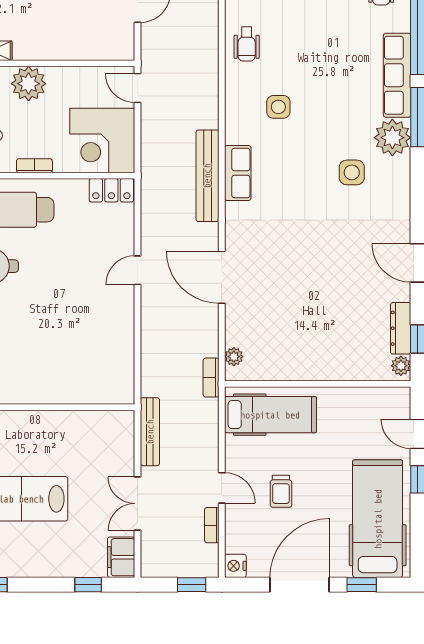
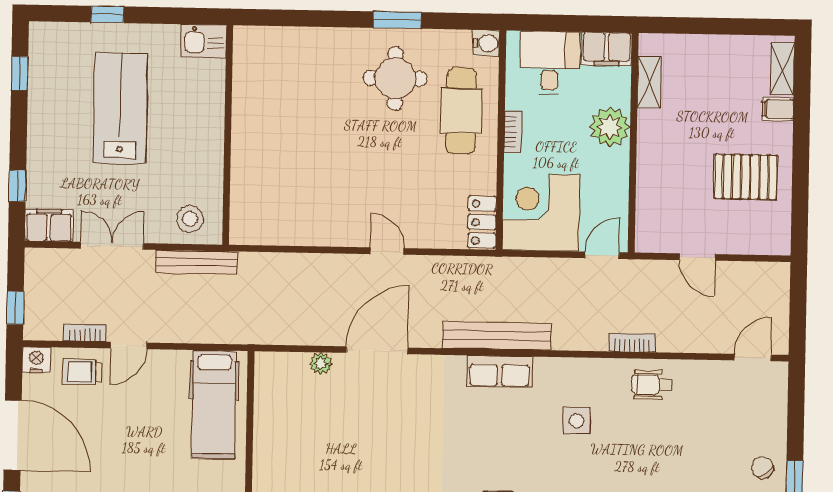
plant: (234, 357) -> (321, 363), moved
bookcase: (211, 378) -> (632, 343), moved
stool: (113, 438) -> (190, 219), added
trolley: (281, 491) -> (82, 372), moved

